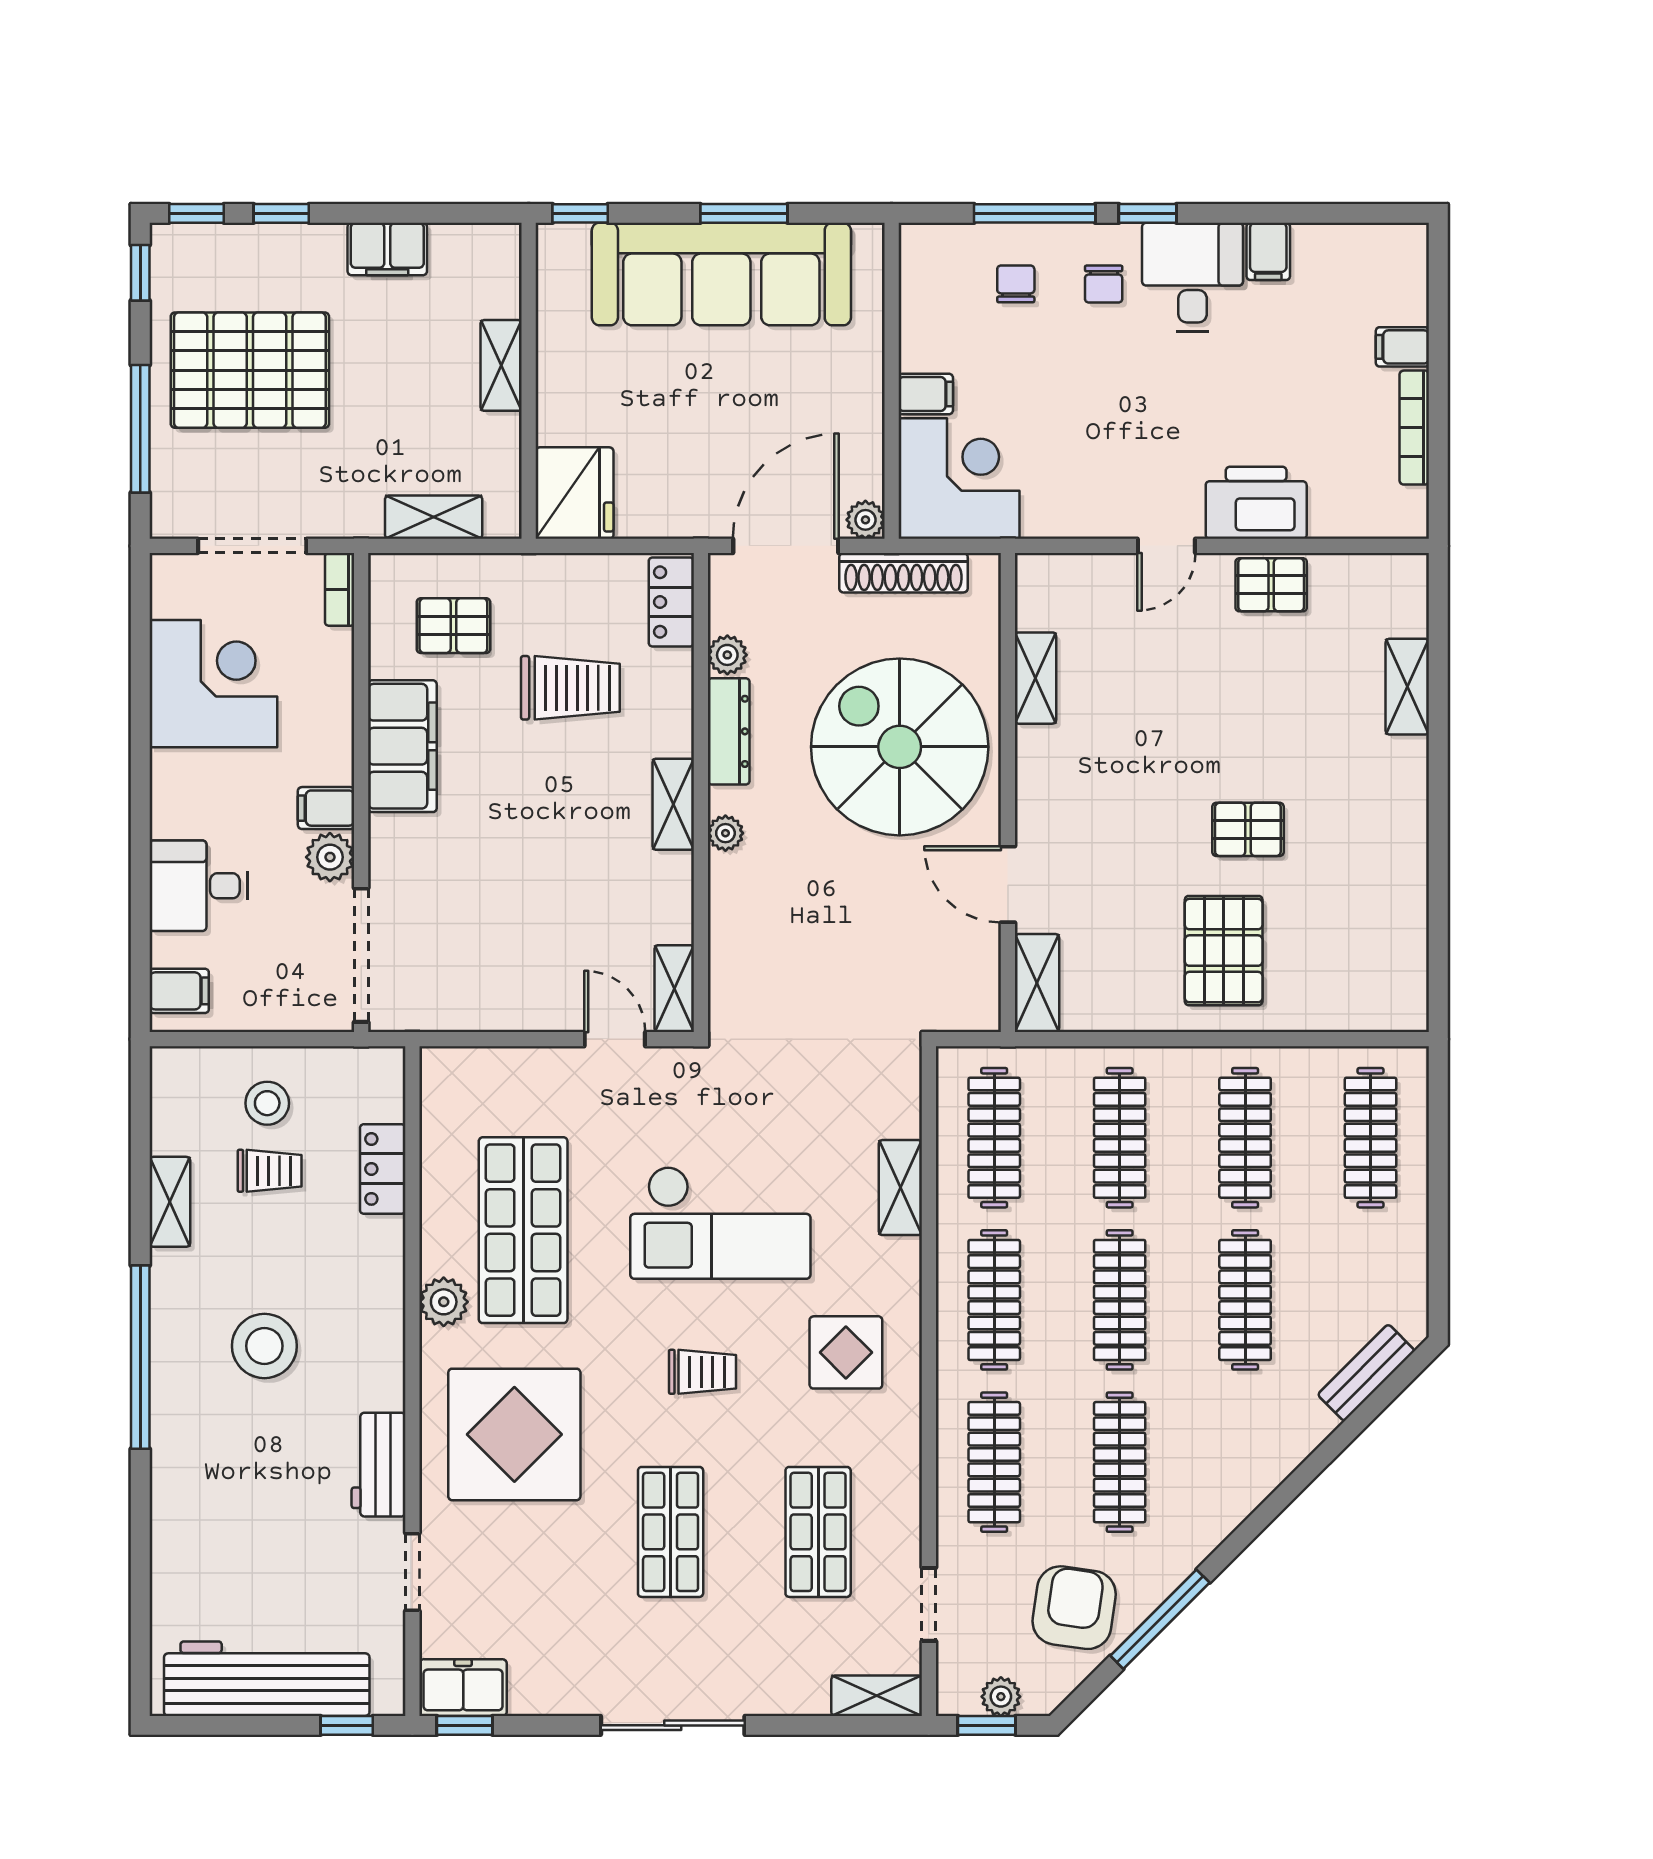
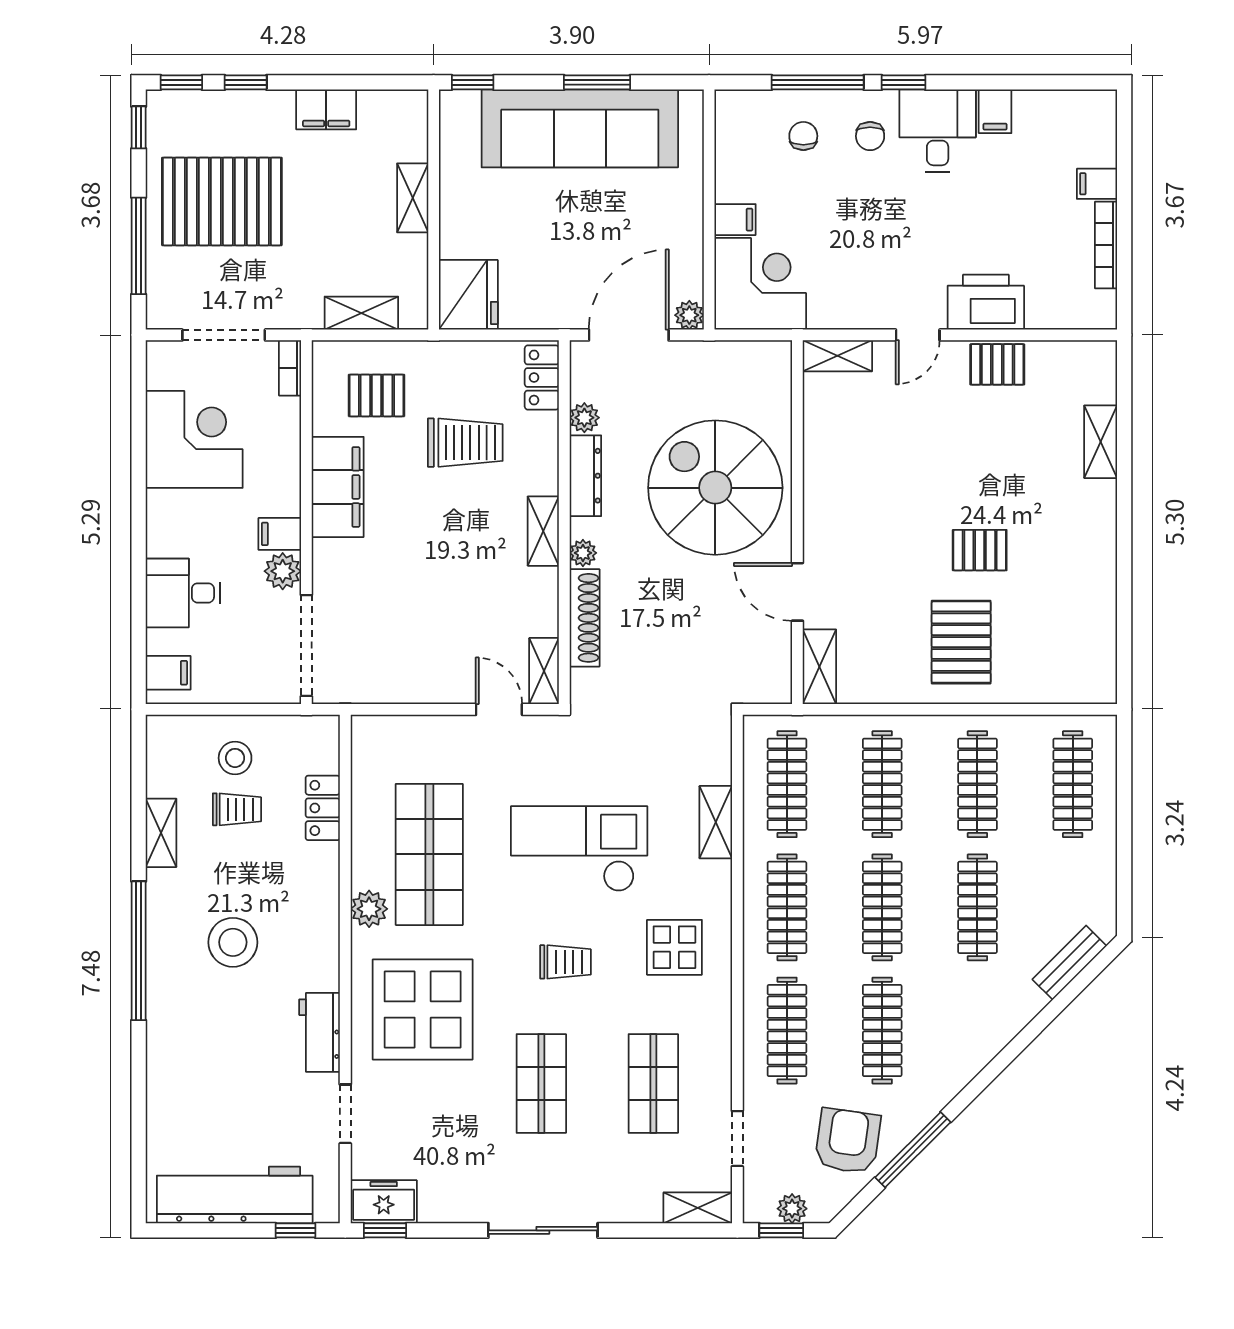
shoe rack: (903, 573) -> (585, 618), moved, turned -90
shelving: (1035, 678) -> (837, 356), moved, turned 90
checkout: (720, 1223) -> (579, 849), turned 180

